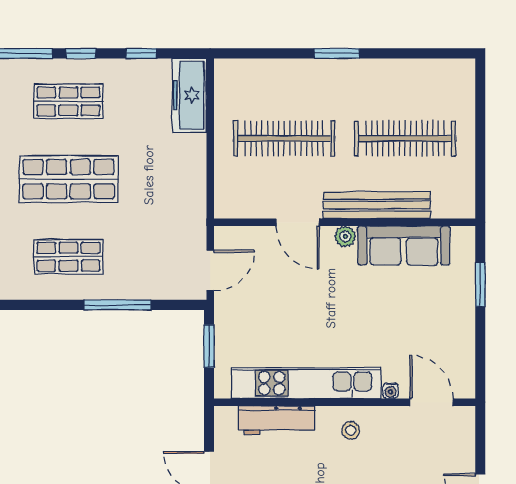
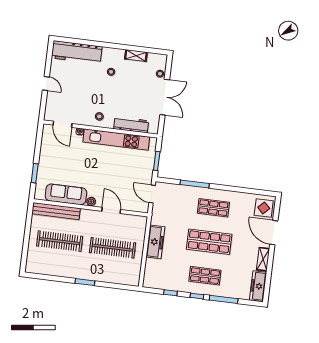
freezer: (189, 95) -> (155, 242), moved
bench: (377, 205) -> (56, 211), moved
door: (210, 270) -> (152, 194), hinge flipped

